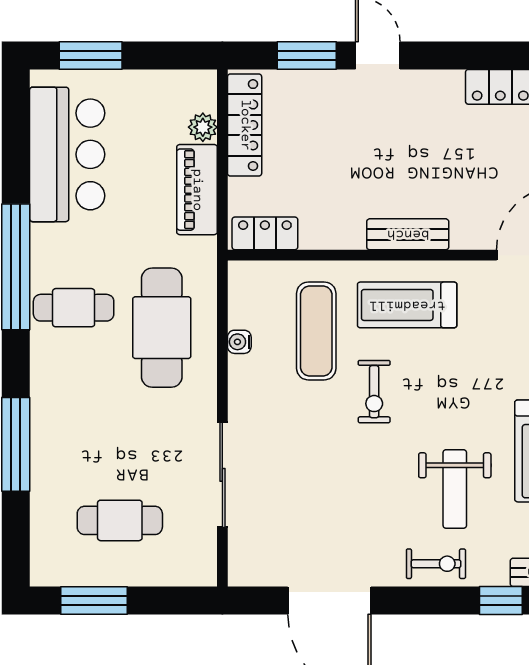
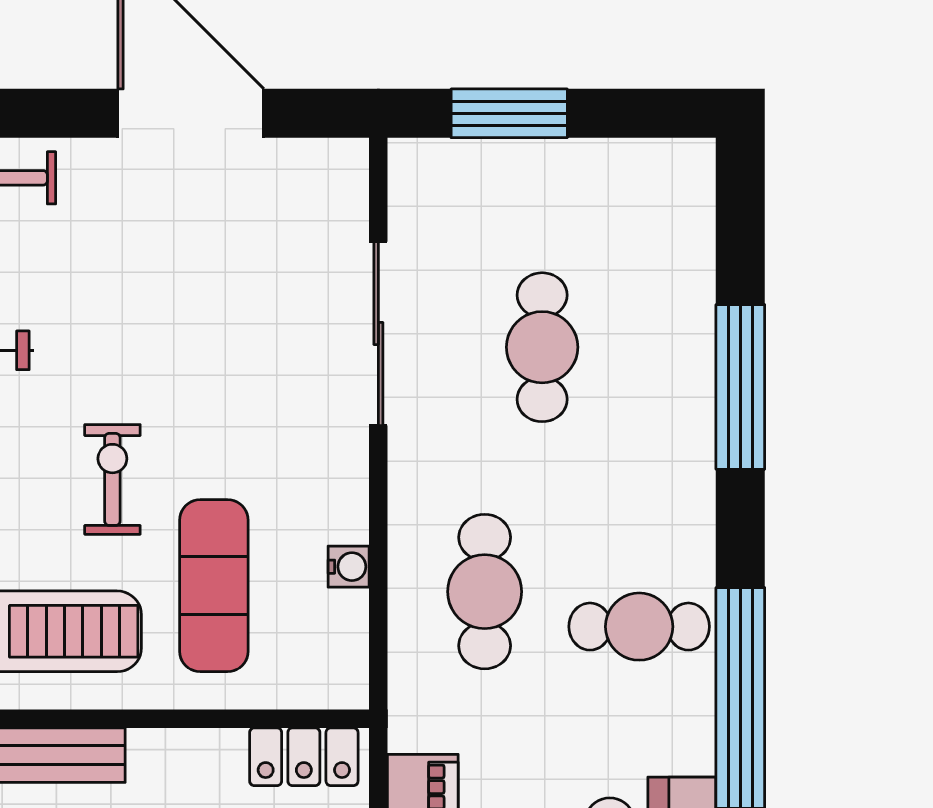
cafe table: (162, 328) -> (485, 592), width x0.73, depth x0.74
cafe table: (120, 520) -> (542, 347), moved, turned 90
window: (94, 601) -> (509, 113), moved

